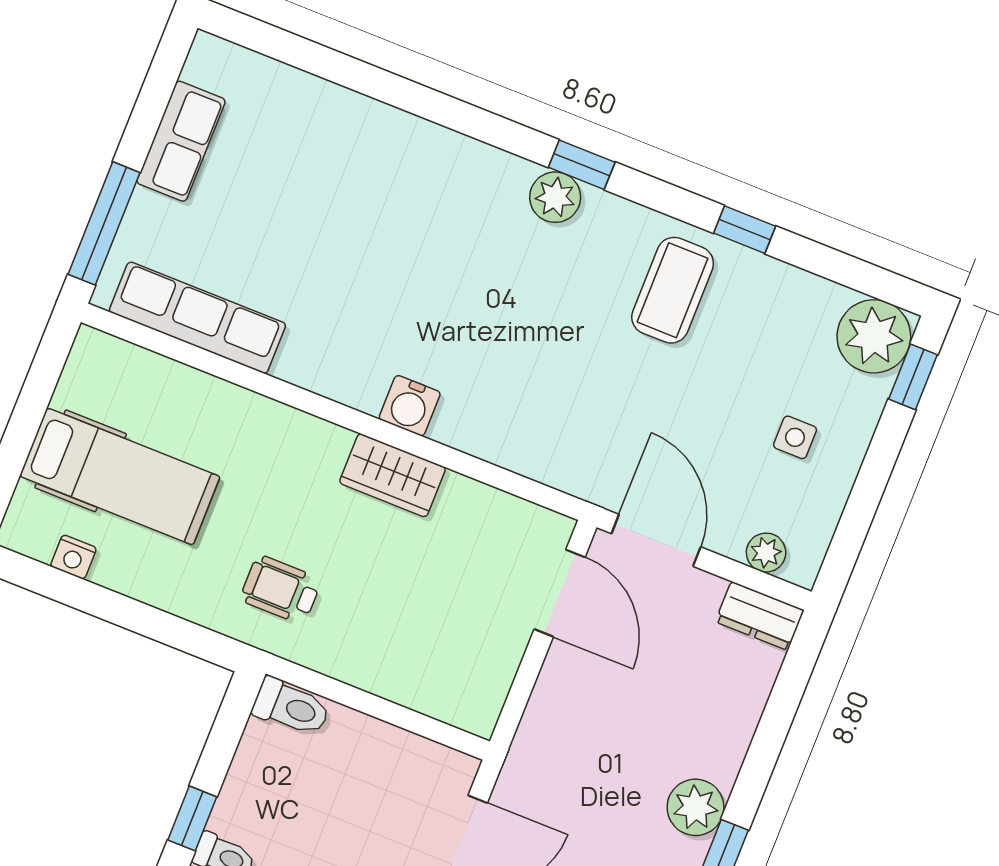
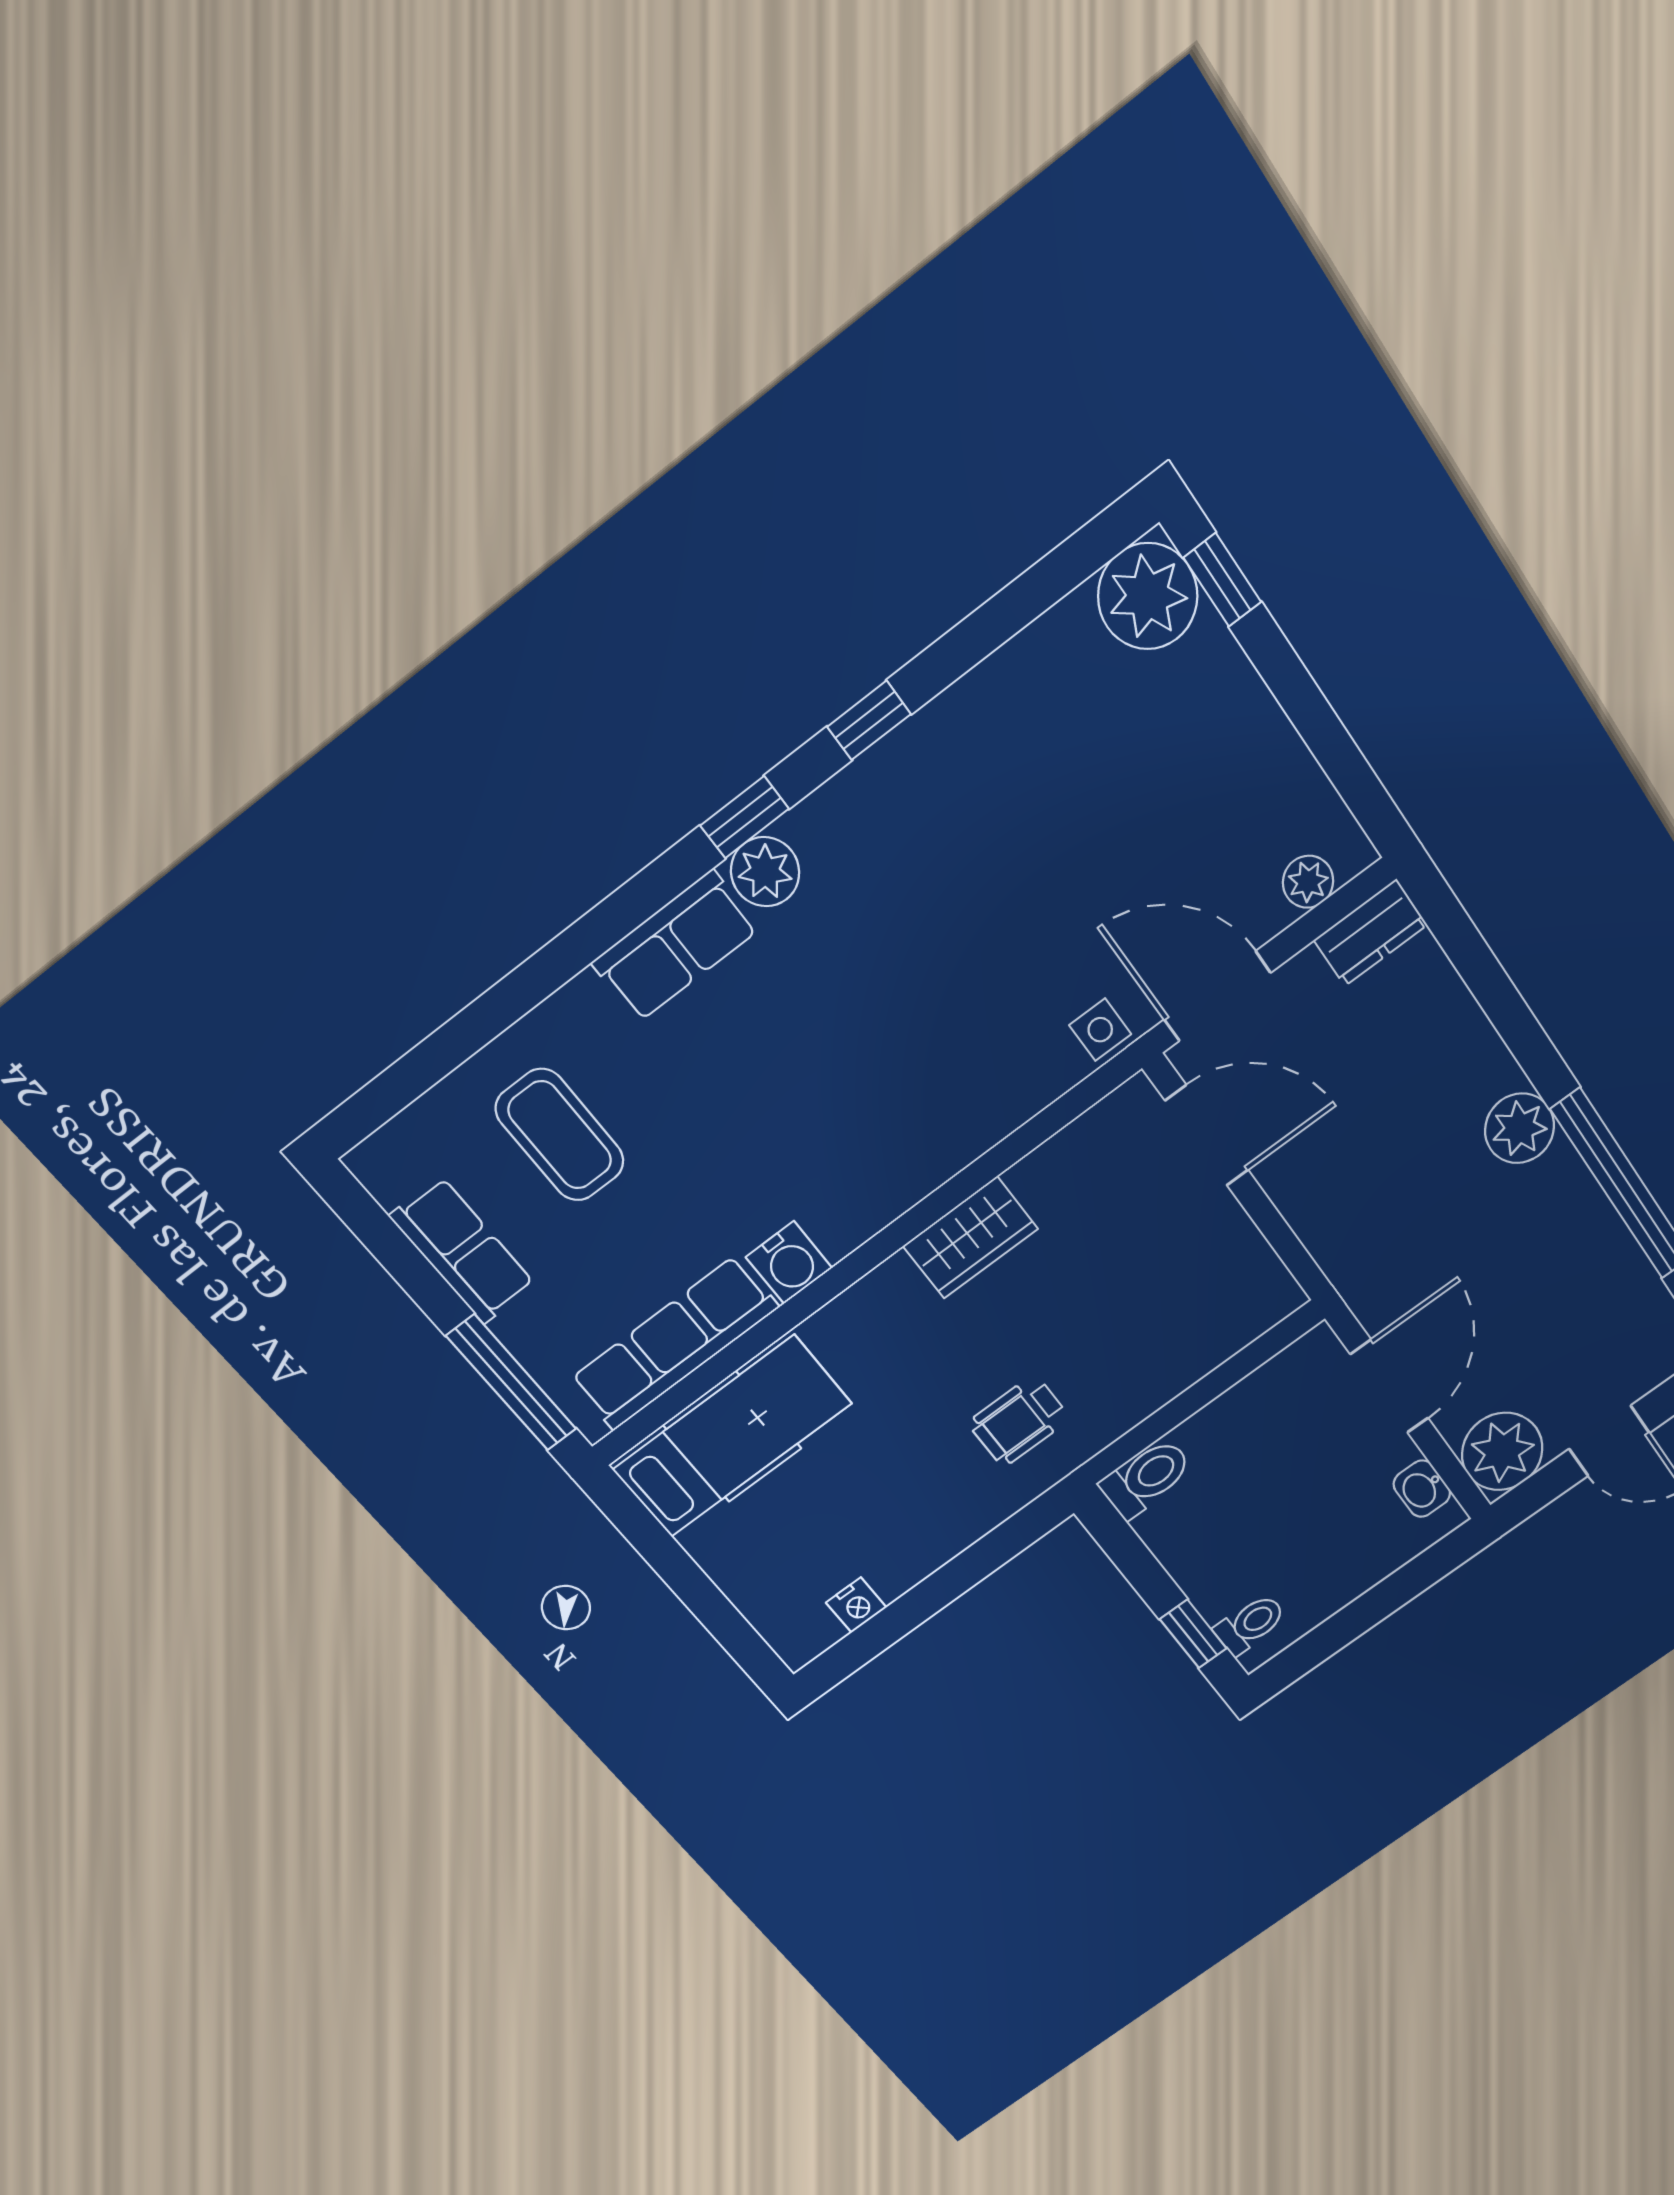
row of seats: (472, 167) -> (675, 946), added
window: (745, 230) -> (869, 720), moved
coffee table: (673, 290) -> (560, 1135), moved
water cooler: (410, 406) -> (789, 1263), moved
side table: (795, 437) -> (1100, 1030), moved
hospital bed: (120, 476) -> (732, 1436), moved

